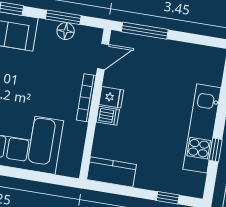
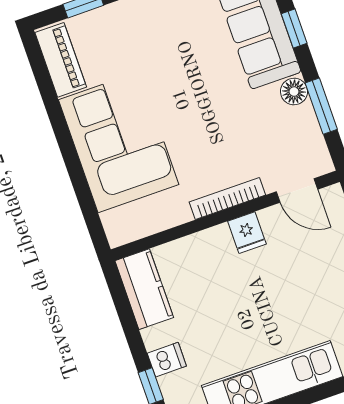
floor lamp: (66, 31) -> (294, 92), moved
dishwasher: (108, 116) -> (167, 360), moved, turned -90

